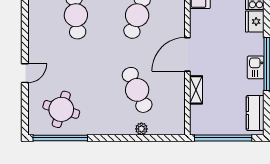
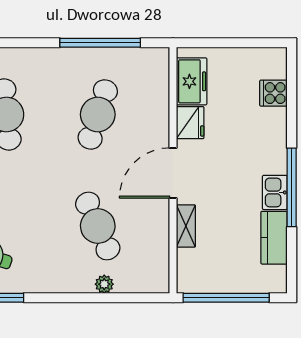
fridge: (255, 22) -> (190, 123), moved, turned 180
kitchen counter: (255, 113) -> (274, 238), moved

